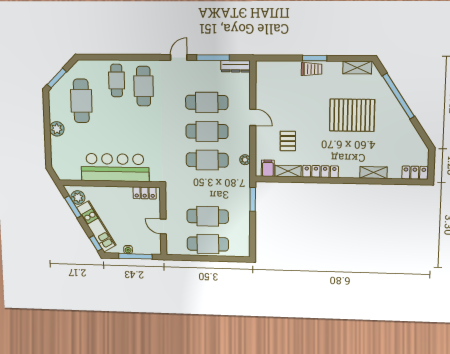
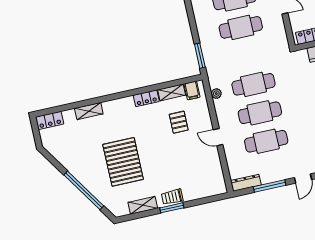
shelving: (357, 68) -> (143, 205), moved
pallet: (352, 115) -> (123, 162), turned 90
locker: (320, 172) -> (146, 98), width x0.66

